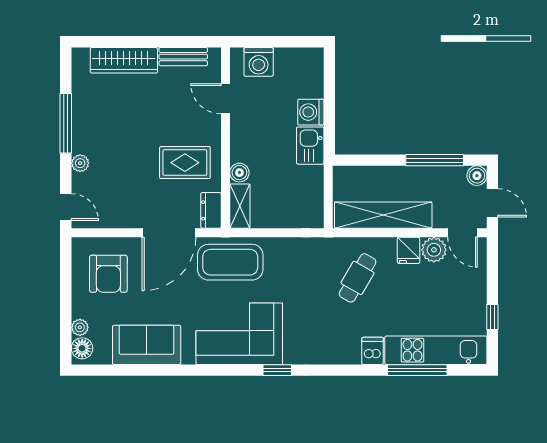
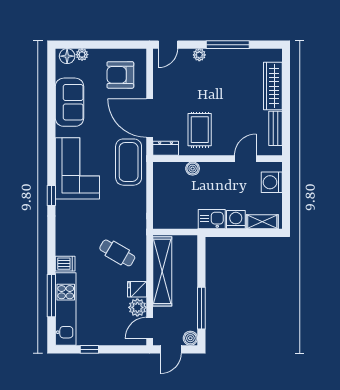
shelving: (240, 206) -> (262, 222), moved

